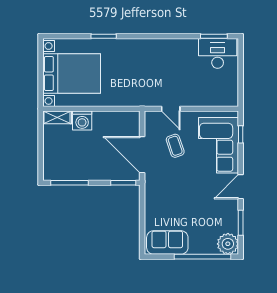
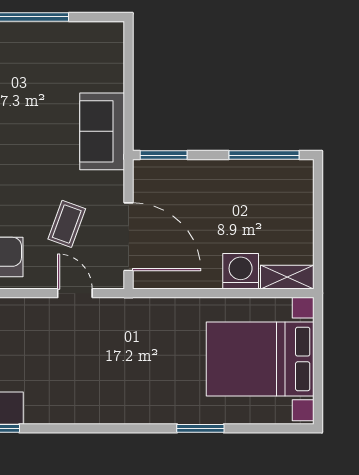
coffee table: (175, 146) -> (67, 224), turned 39
door: (142, 155) -> (129, 237), moved
sofa: (167, 243) -> (102, 131), moved, turned 90

